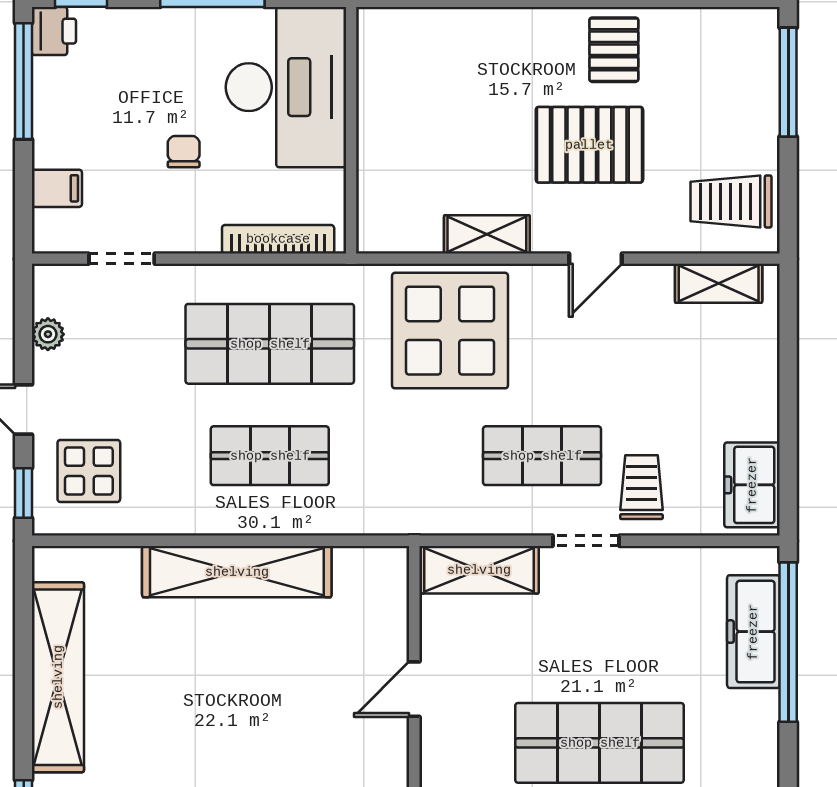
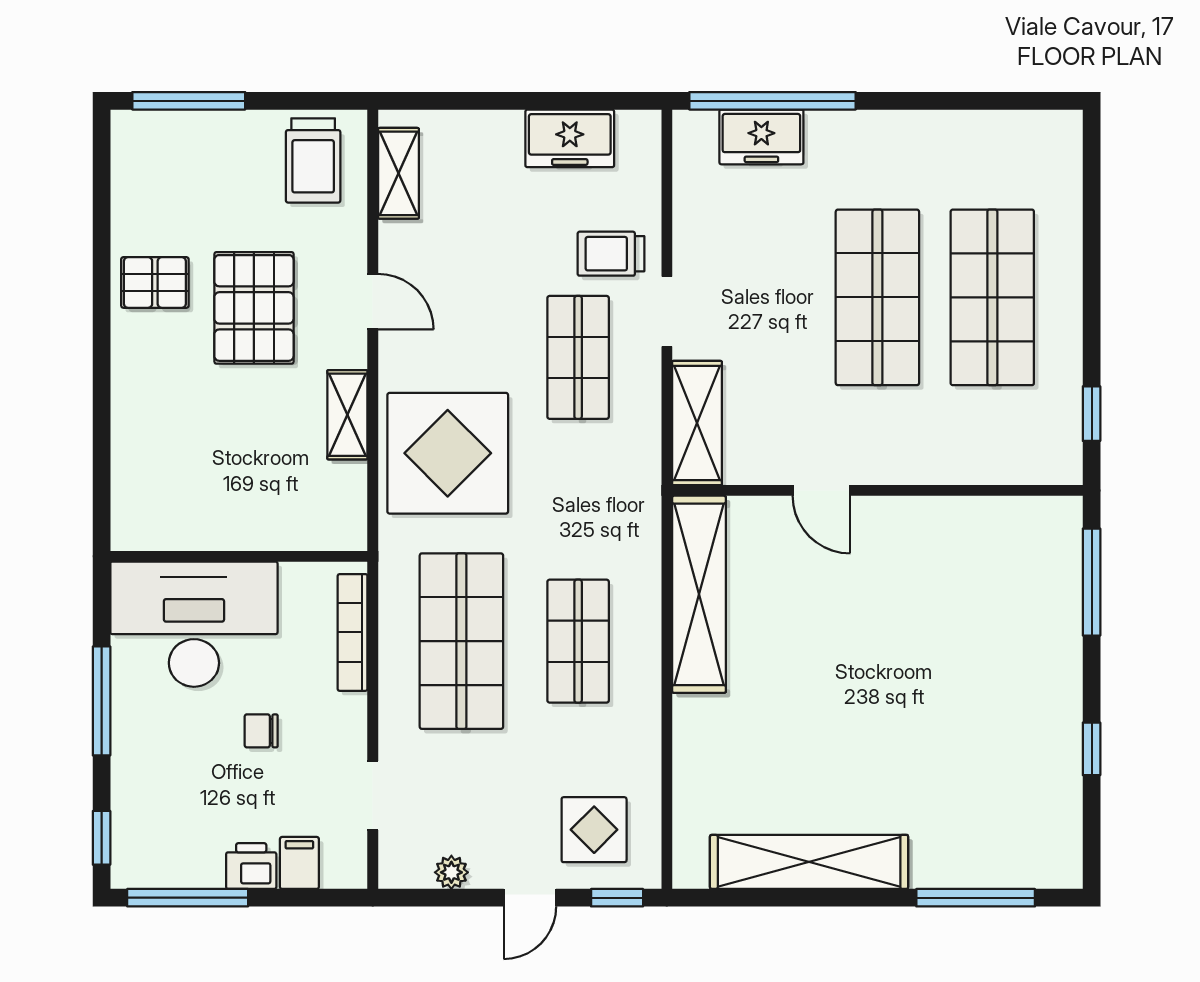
printer: (54, 31) -> (251, 866), moved
freezer: (752, 485) -> (570, 138), moved
shelving: (237, 572) -> (699, 594), moved
freezer: (753, 632) -> (761, 137), width x0.71

